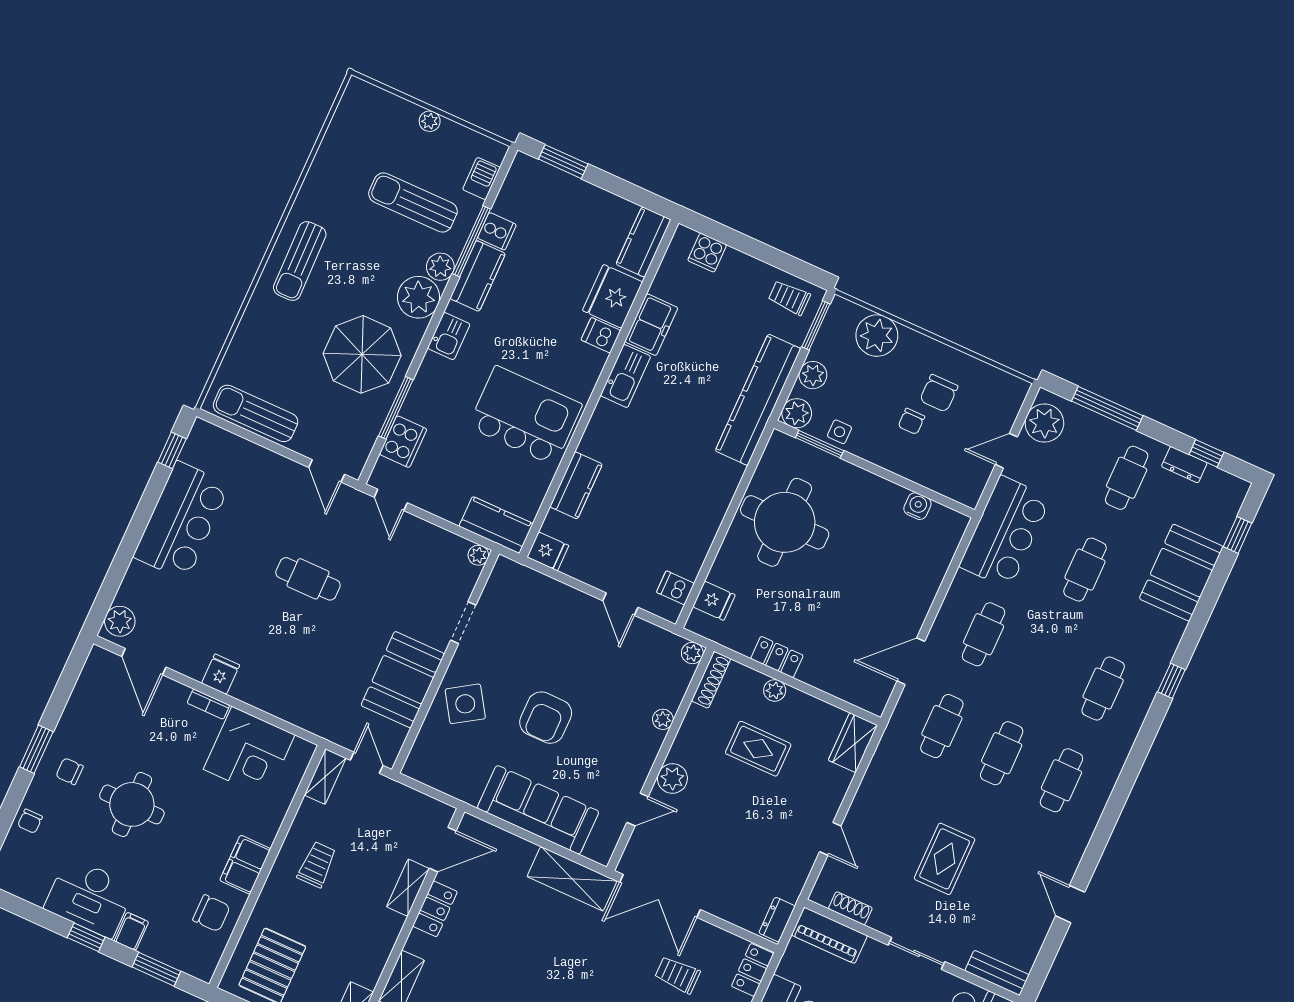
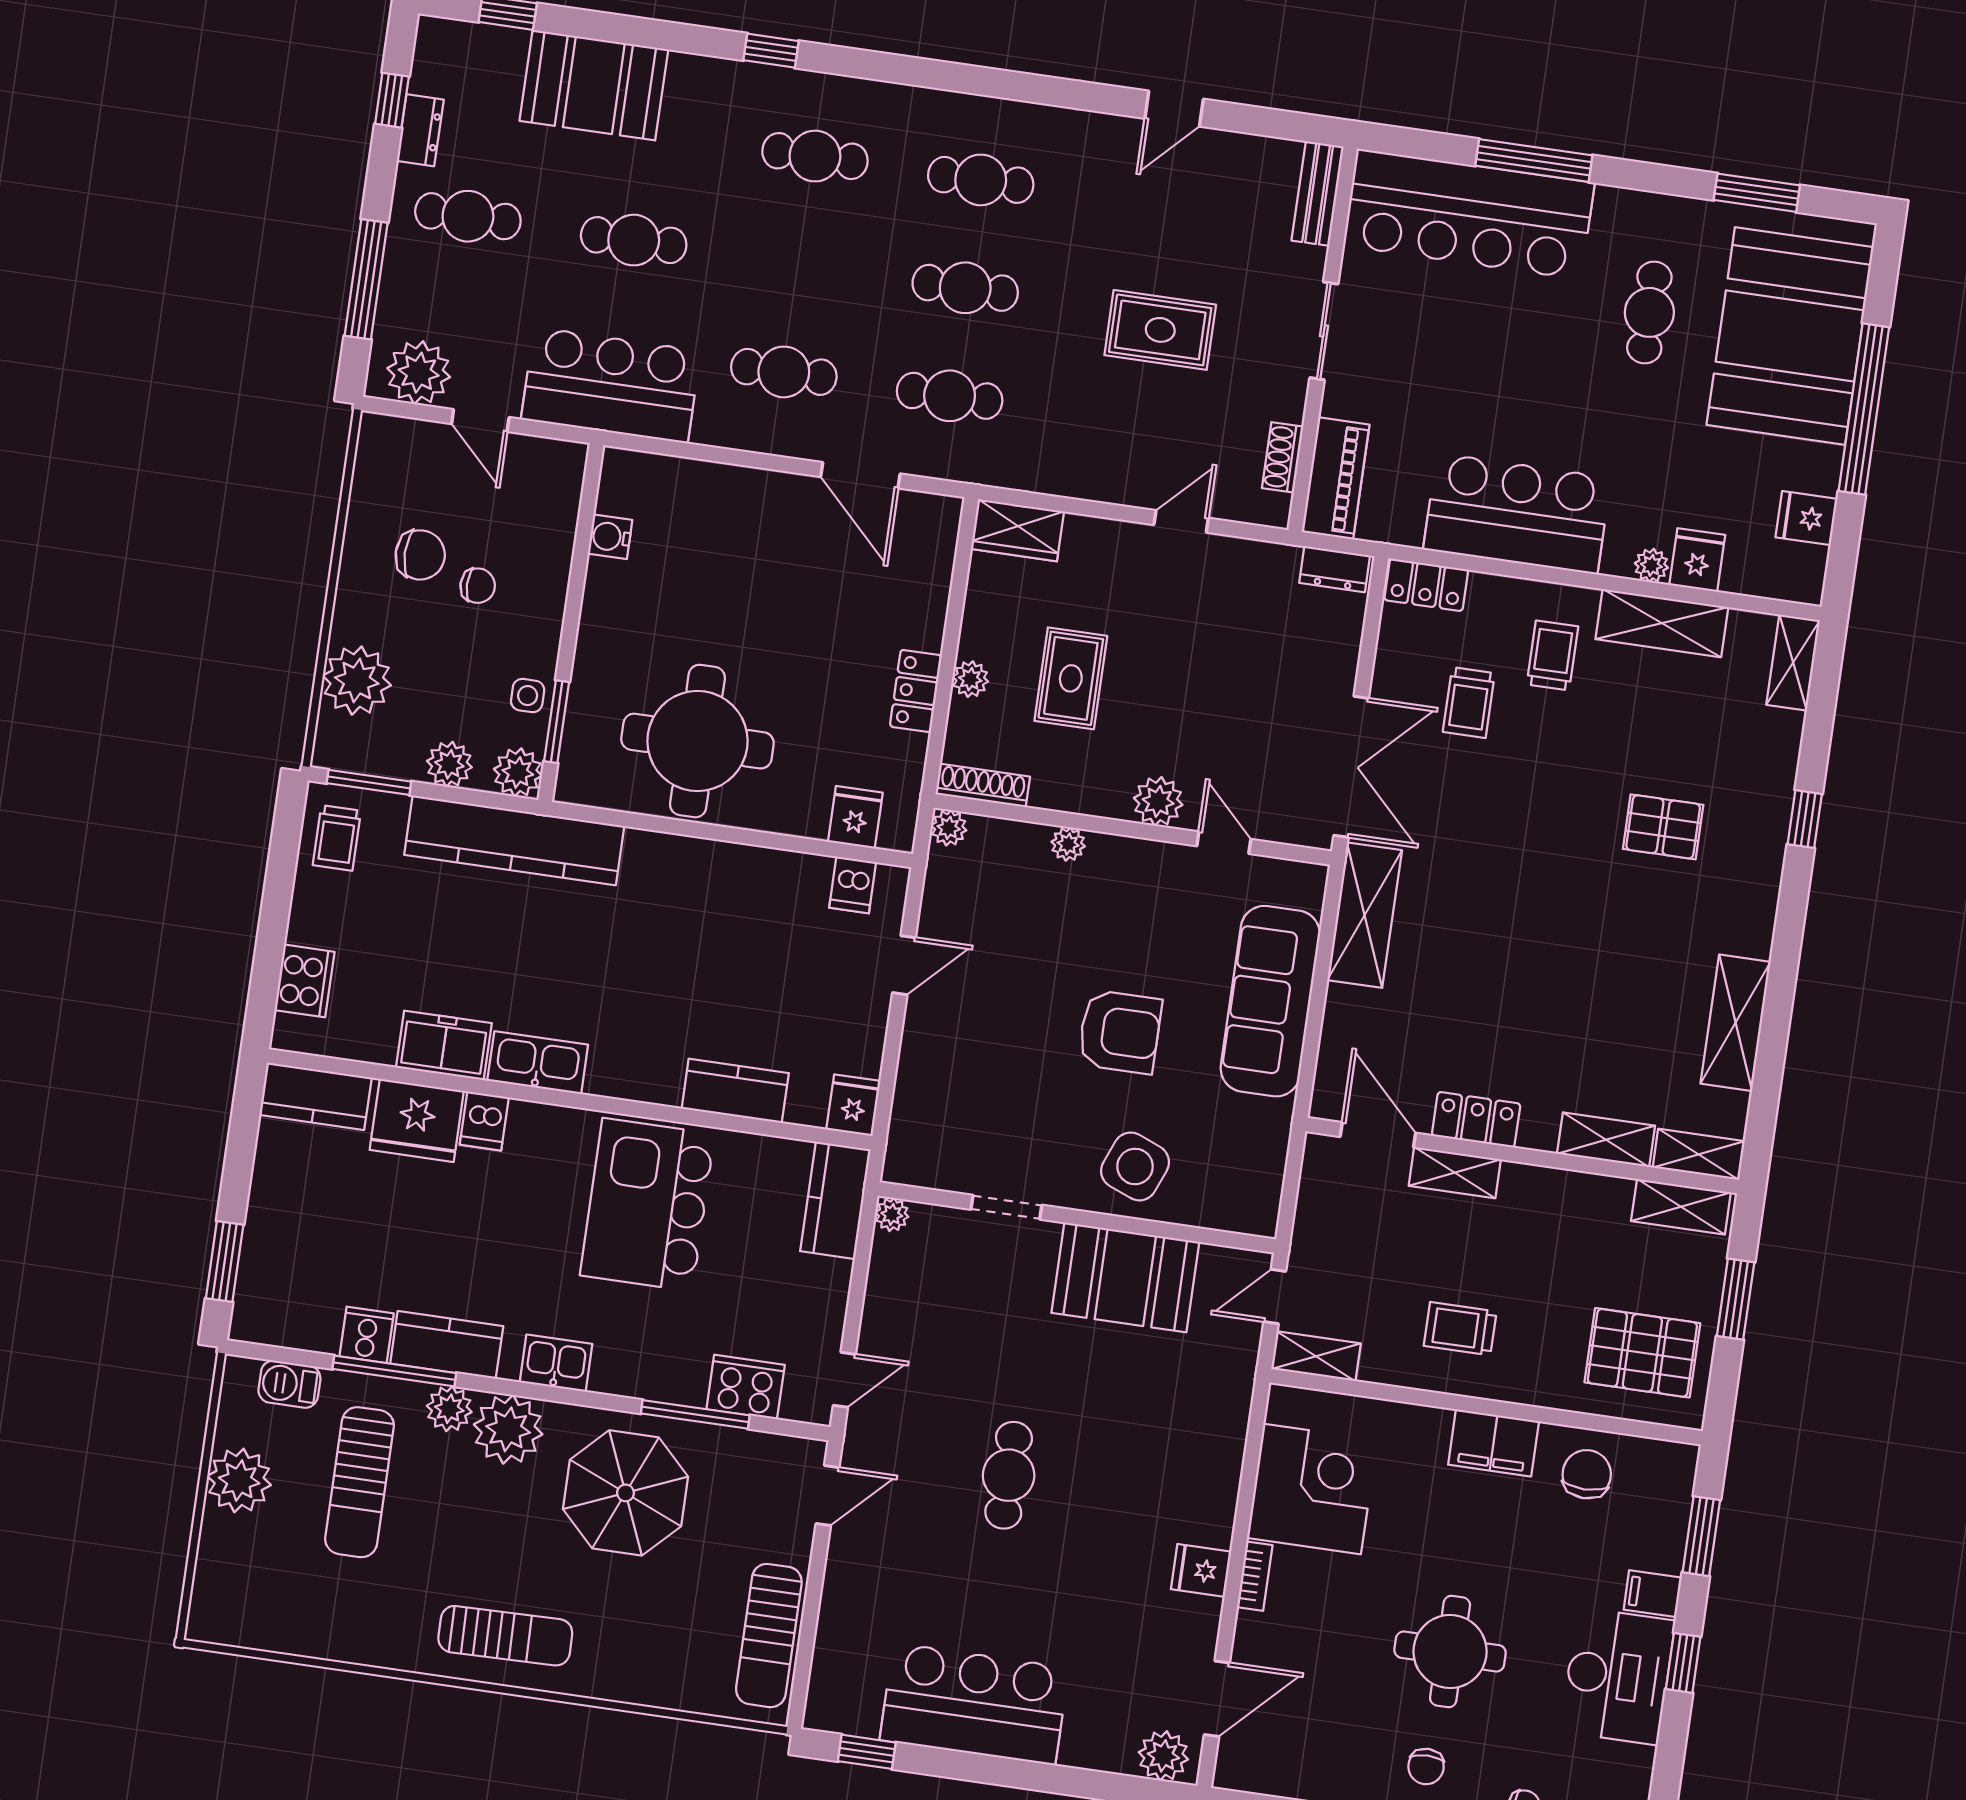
plant: (430, 121) -> (239, 1481), width x1.88, depth x1.88
cooker: (707, 253) -> (304, 981), width x1.36
side table: (465, 704) -> (1135, 1166), turned -35

